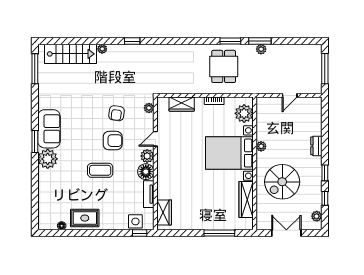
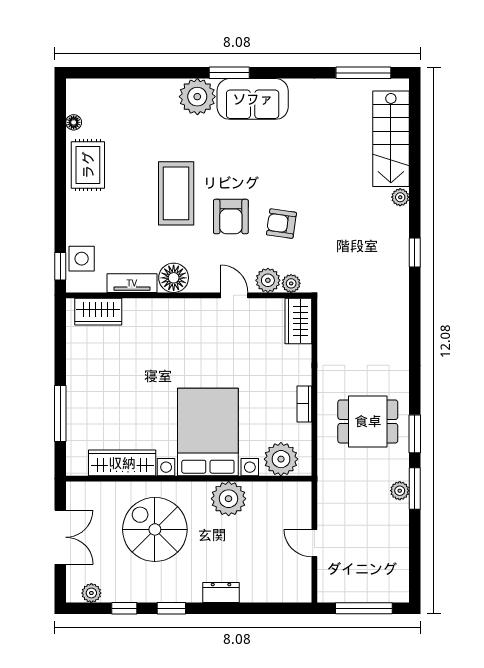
wardrobe: (182, 104) -> (298, 321), moved
plant: (261, 146) -> (229, 499), width x1.88, depth x1.88
plant: (147, 156) -> (268, 280), moved
coffee table: (100, 170) -> (176, 193), width x1.36, depth x1.32

